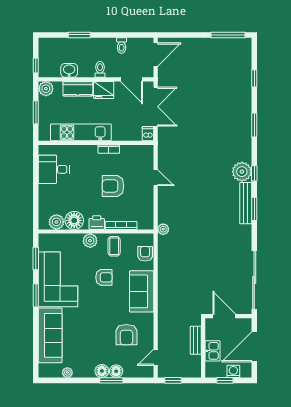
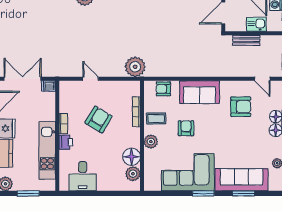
door: (156, 178) -> (91, 79), hinge flipped
armchair: (113, 186) -> (99, 120), turned -149
printer: (97, 223) -> (66, 142), moved, turned 180
plant: (163, 229) -> (135, 67), width x1.87, depth x1.87
window: (36, 258) -> (244, 193), moved

